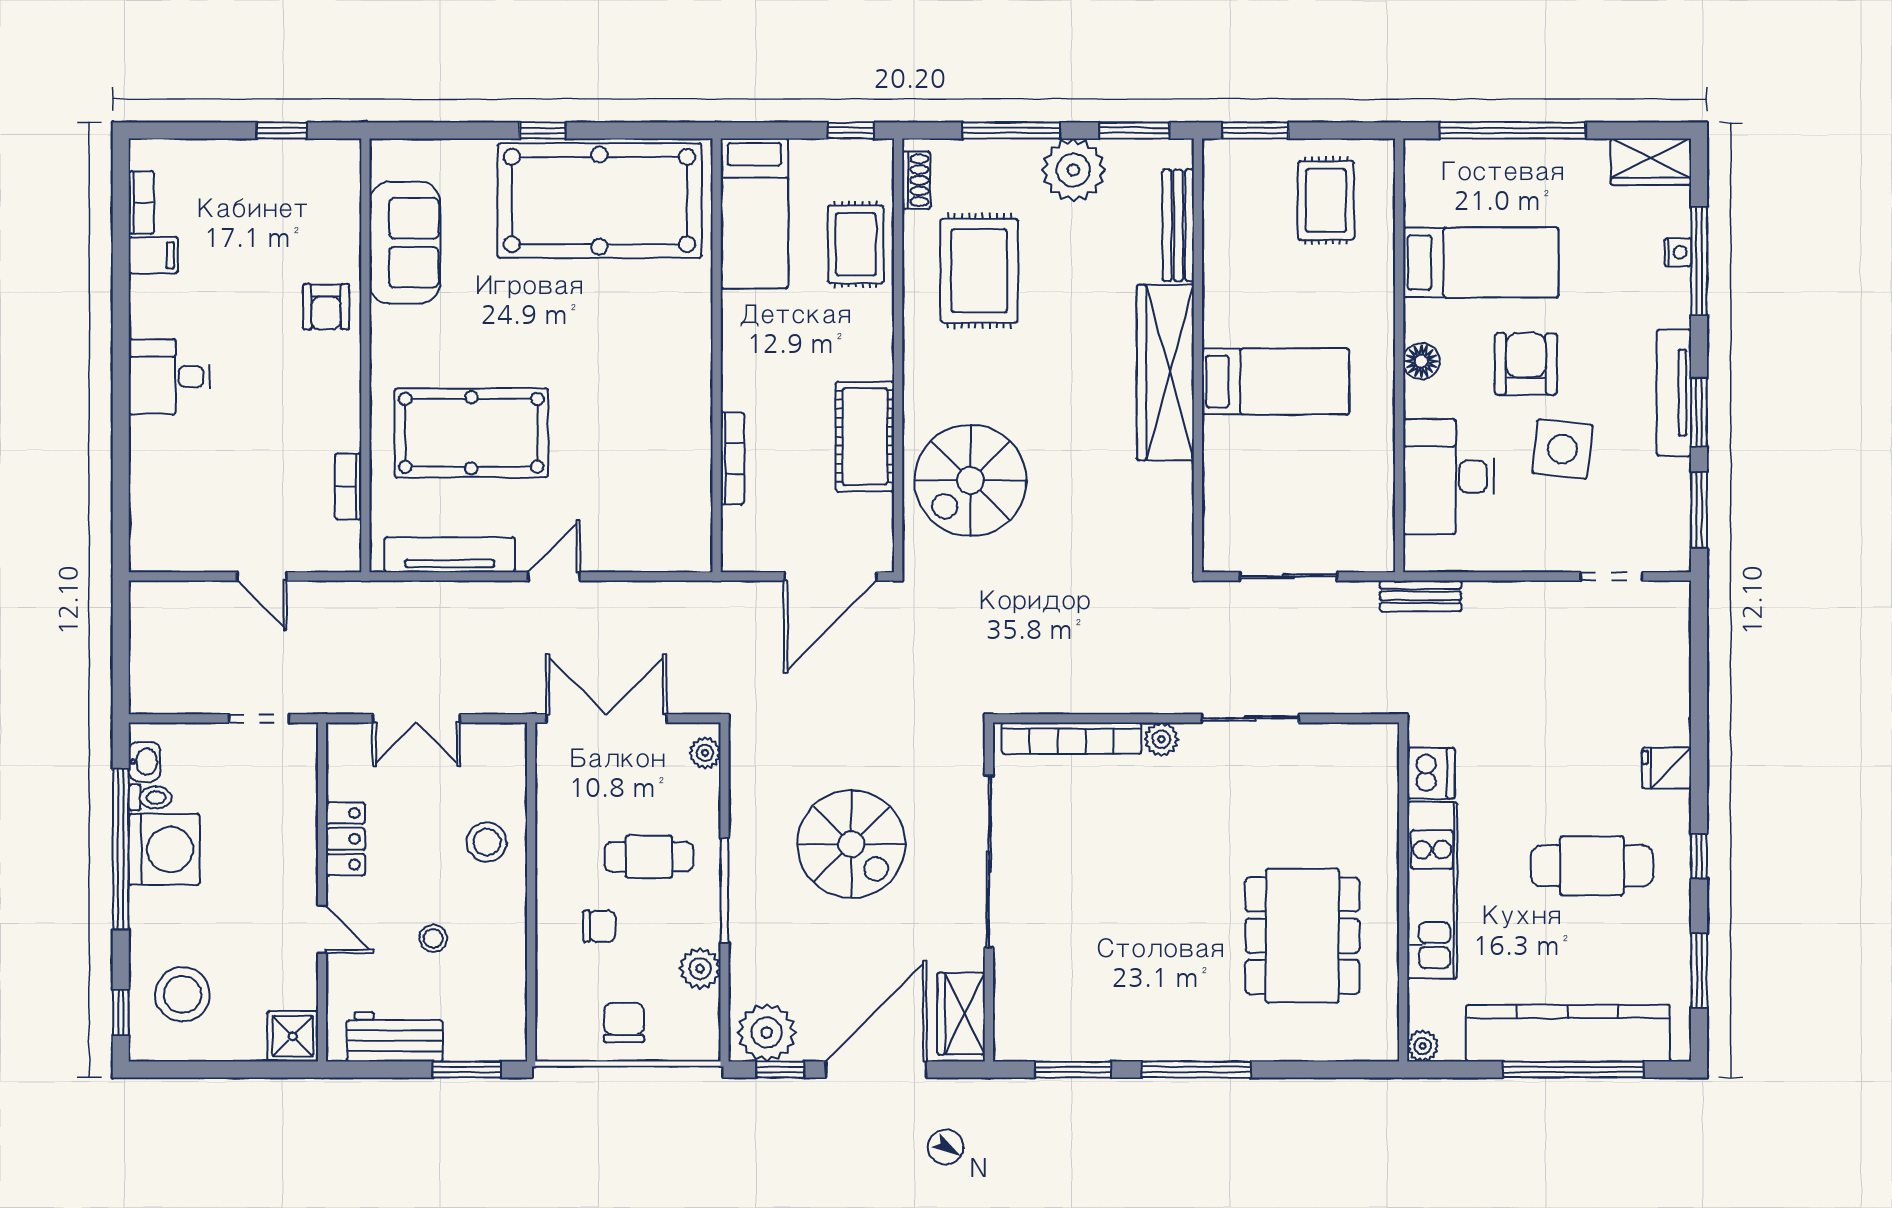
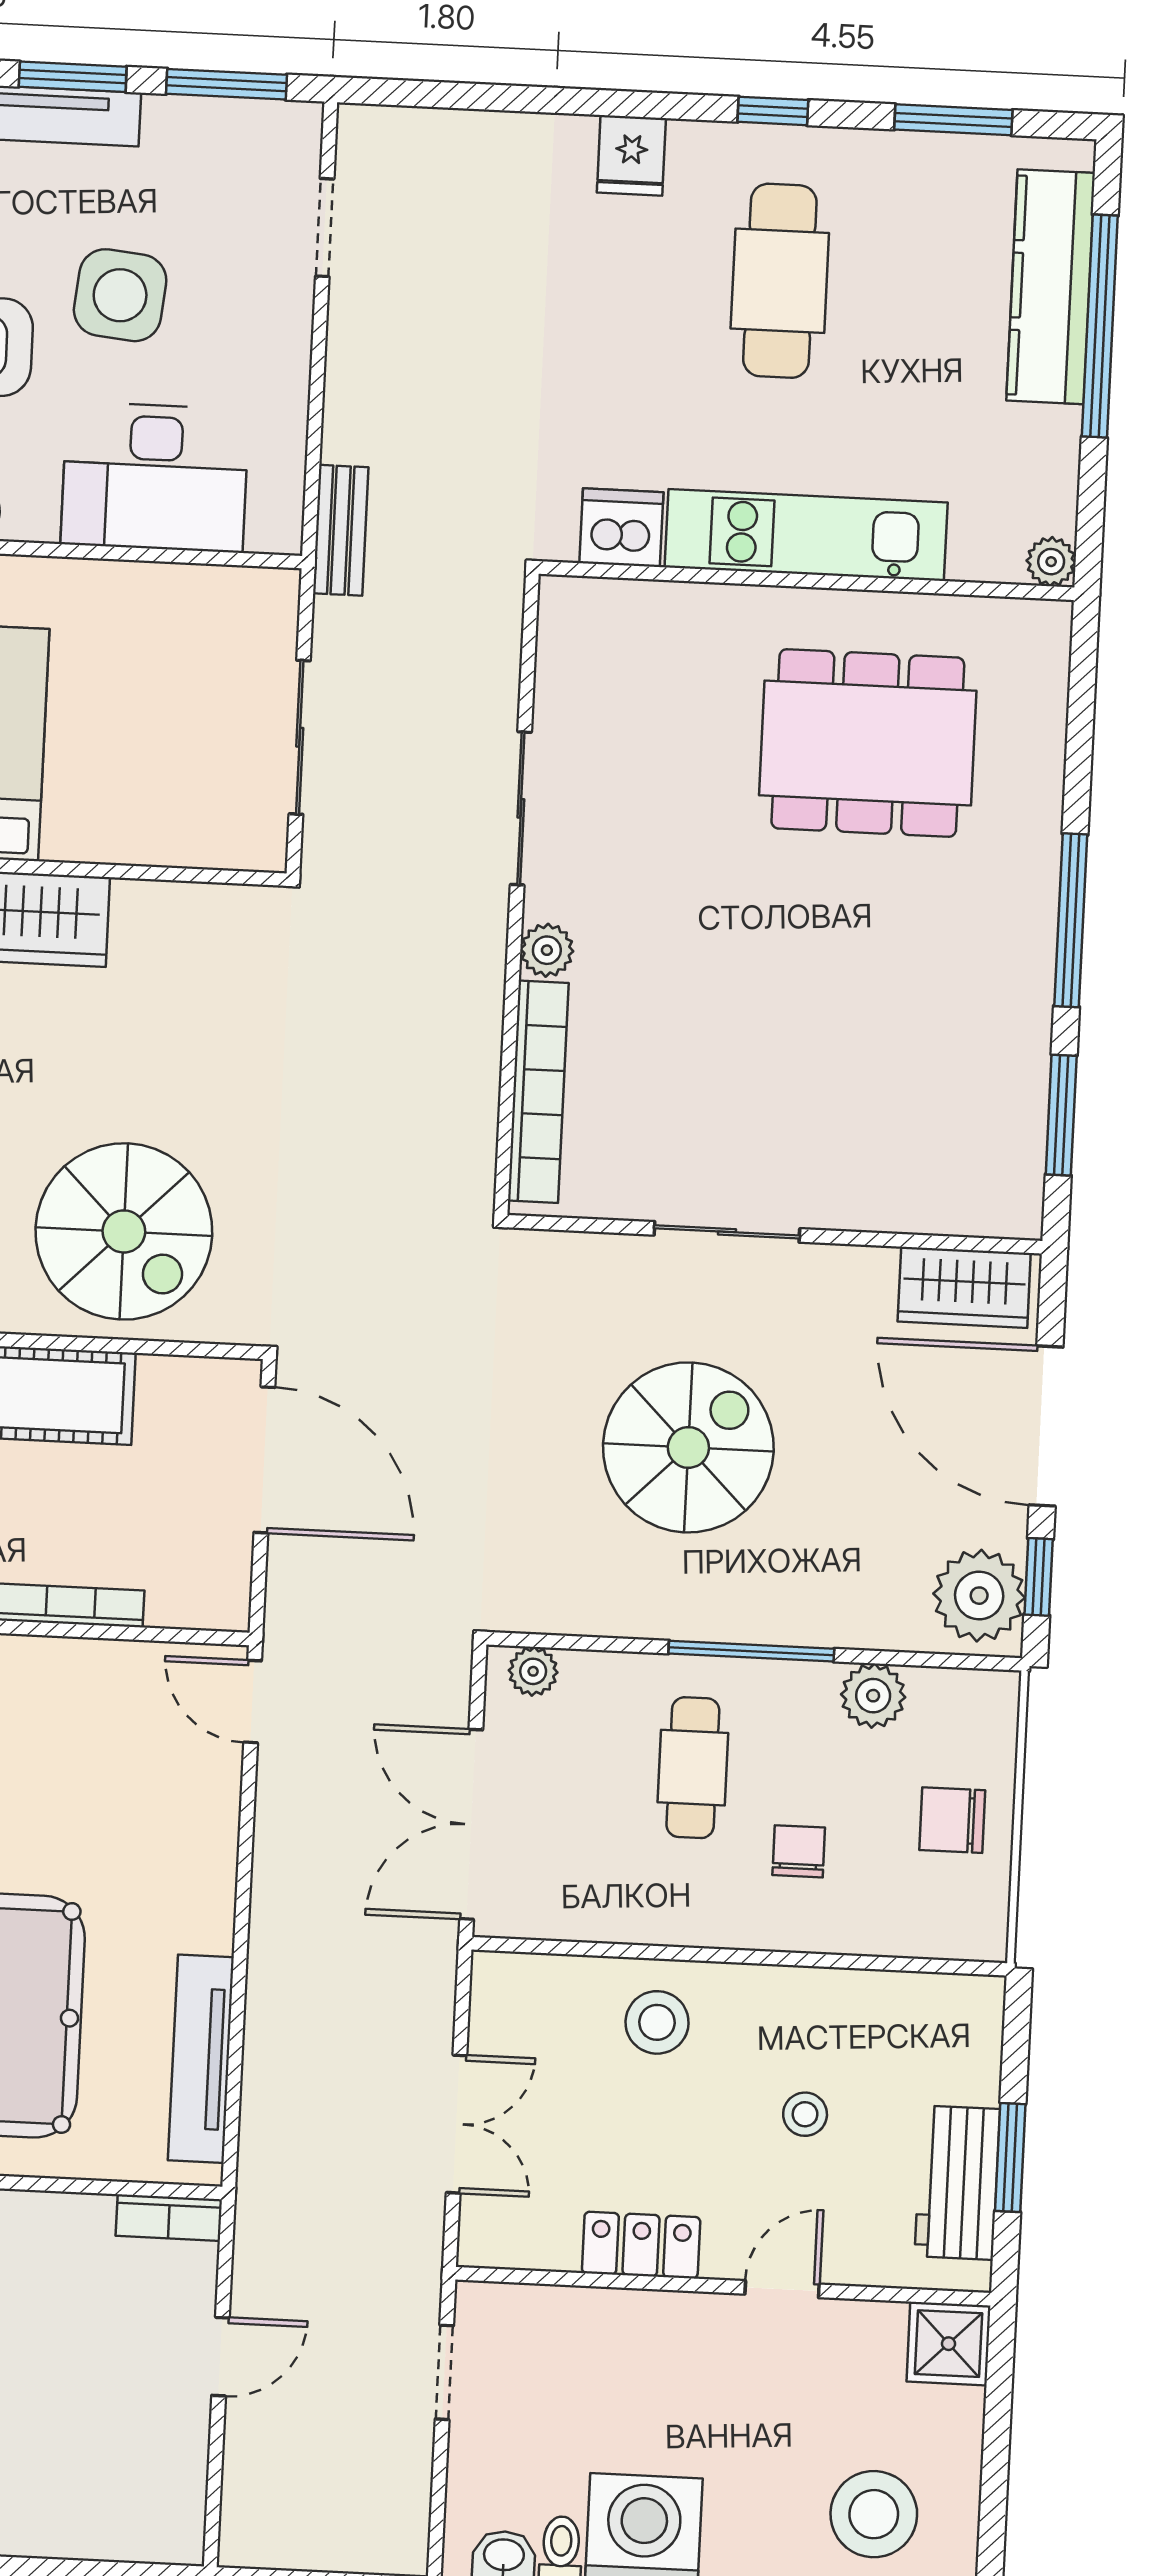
bookcase: (348, 486) -> (169, 2218), moved
door: (554, 576) -> (253, 1702), moved
sliding door: (989, 862) -> (727, 1232), width x0.54
kitchen counter: (1568, 1033) -> (1051, 287), width x0.72, depth x0.86
window: (467, 1070) -> (1010, 2157), moved

